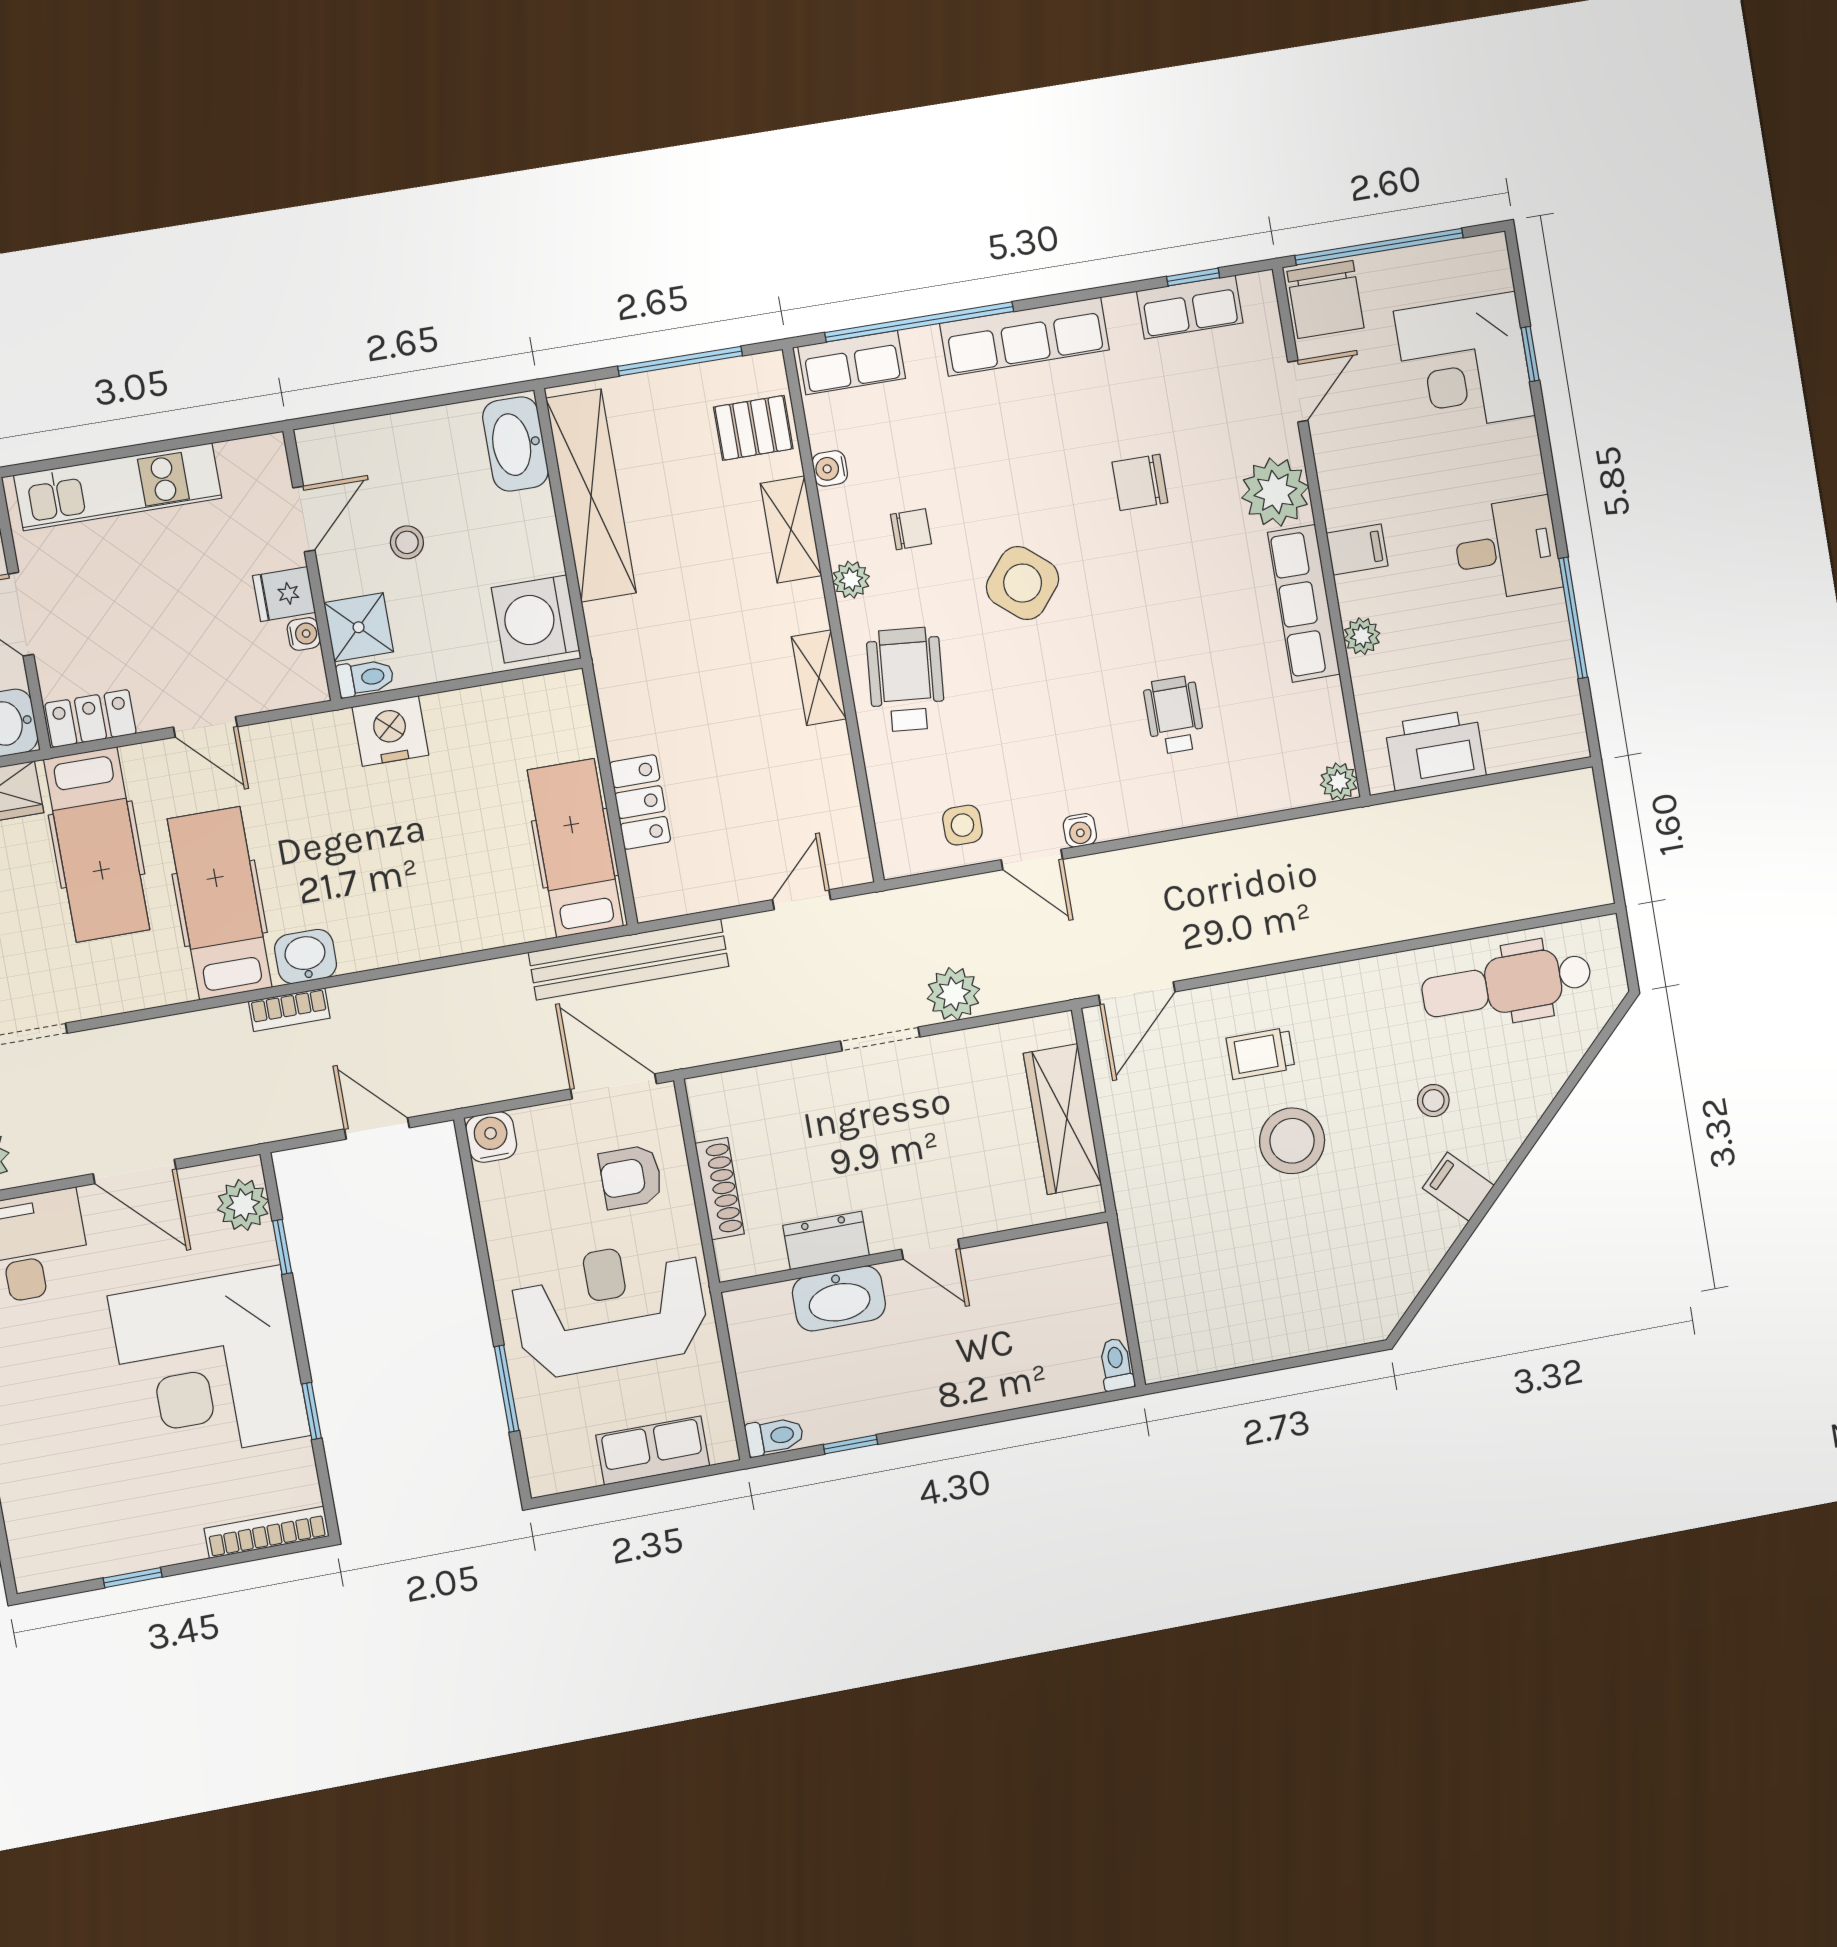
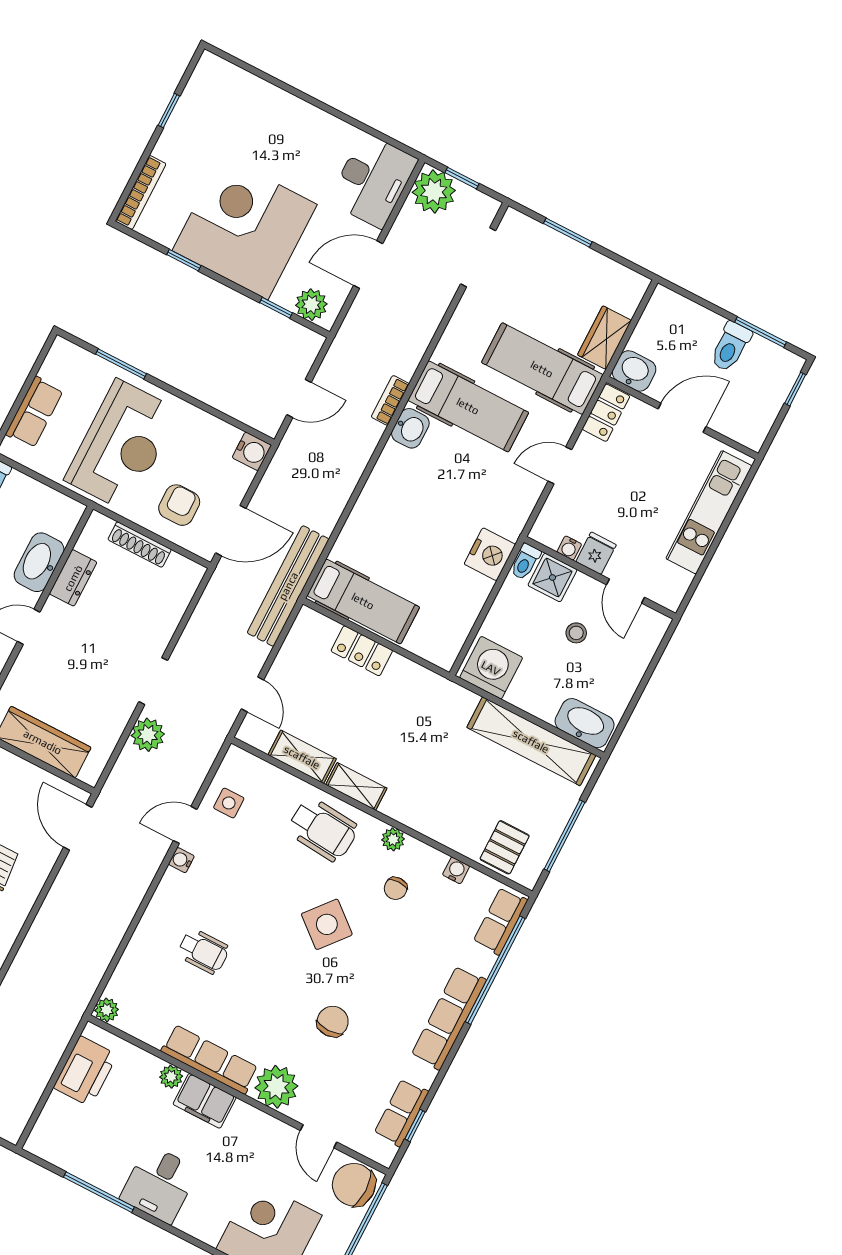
shelving: (791, 530) -> (302, 757), moved
filing cabinet: (1357, 550) -> (205, 1101), width x2.00

